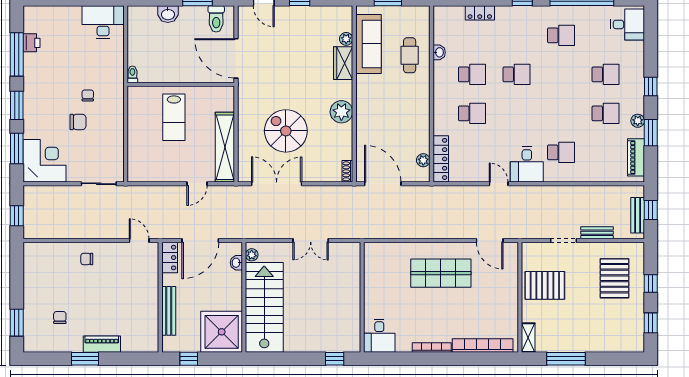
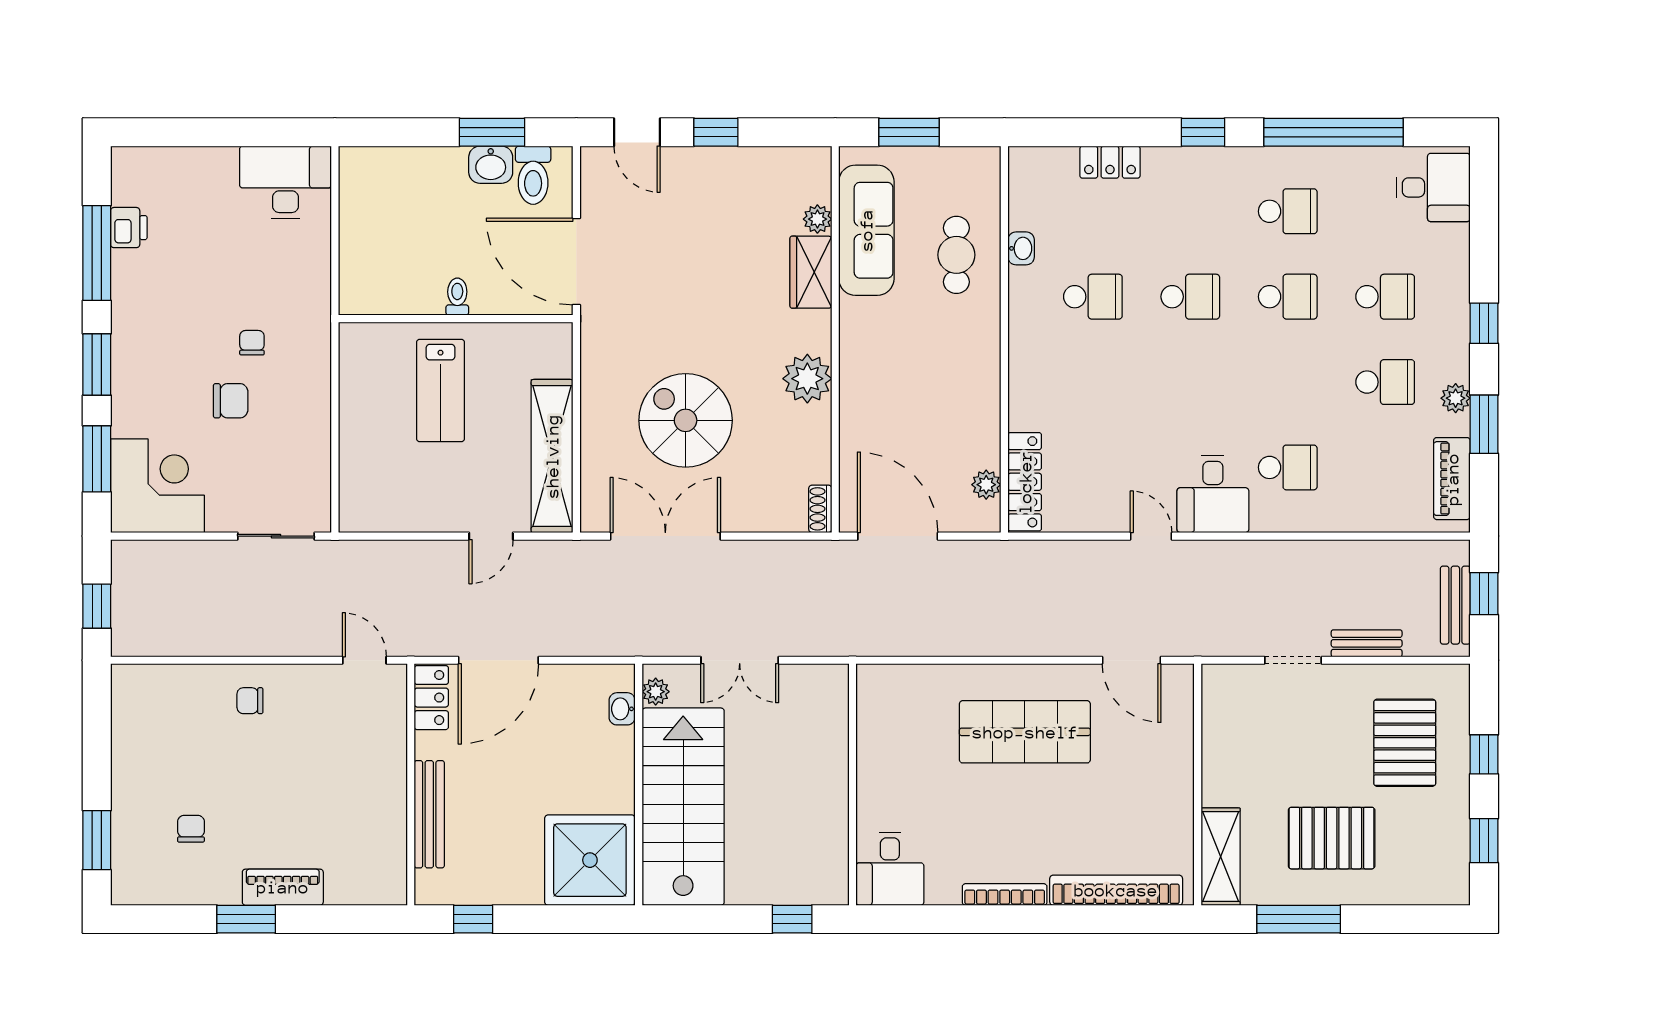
washbasin: (168, 14) -> (491, 165), moved
toilet: (132, 74) -> (457, 297), moved
school desk: (472, 113) -> (1288, 297), moved
plant: (252, 255) -> (656, 692), moved
washbasin: (236, 263) -> (622, 709), moved
pallet: (545, 285) -> (1332, 838), moved
wall: (244, 297) -> (639, 785), moved
stairs: (264, 307) -> (683, 807), moved
shower: (222, 332) -> (590, 860), moved
shelving: (528, 338) -> (1221, 857), width x1.50, depth x1.33

